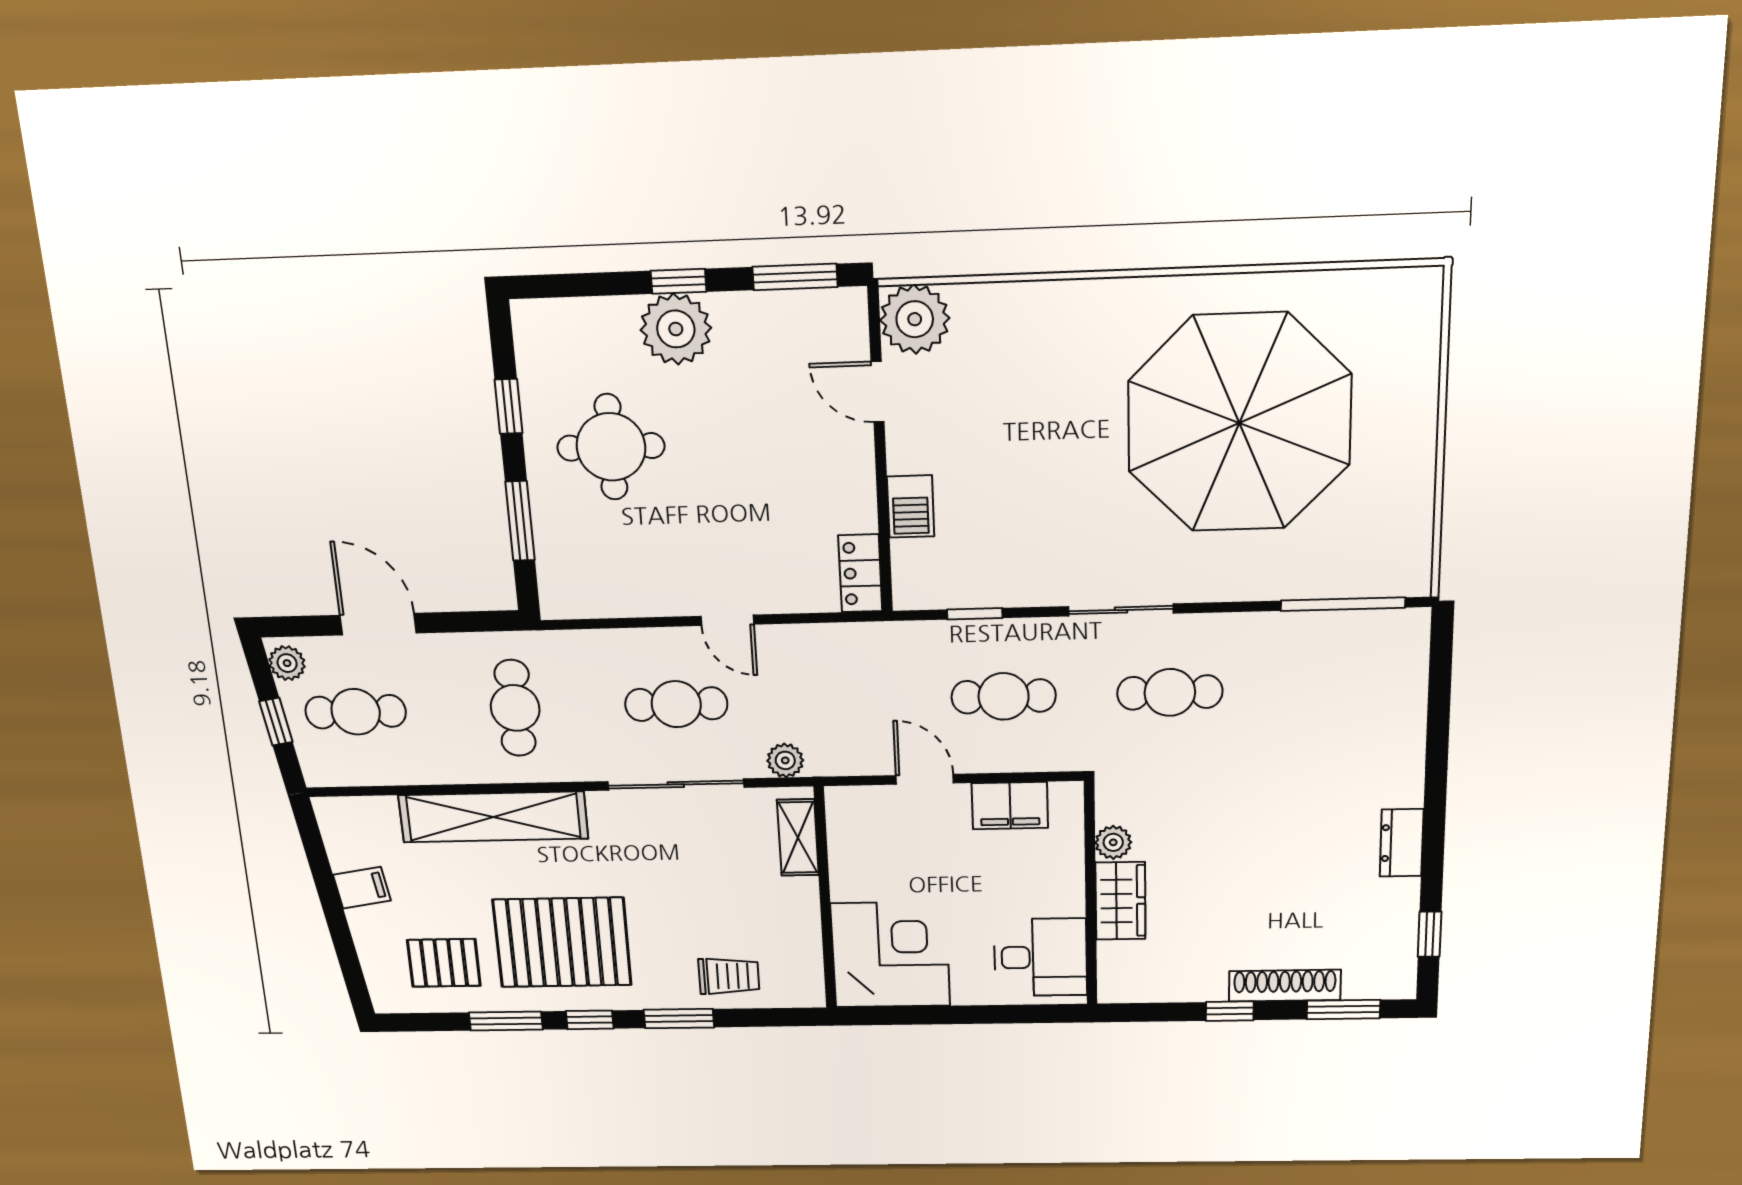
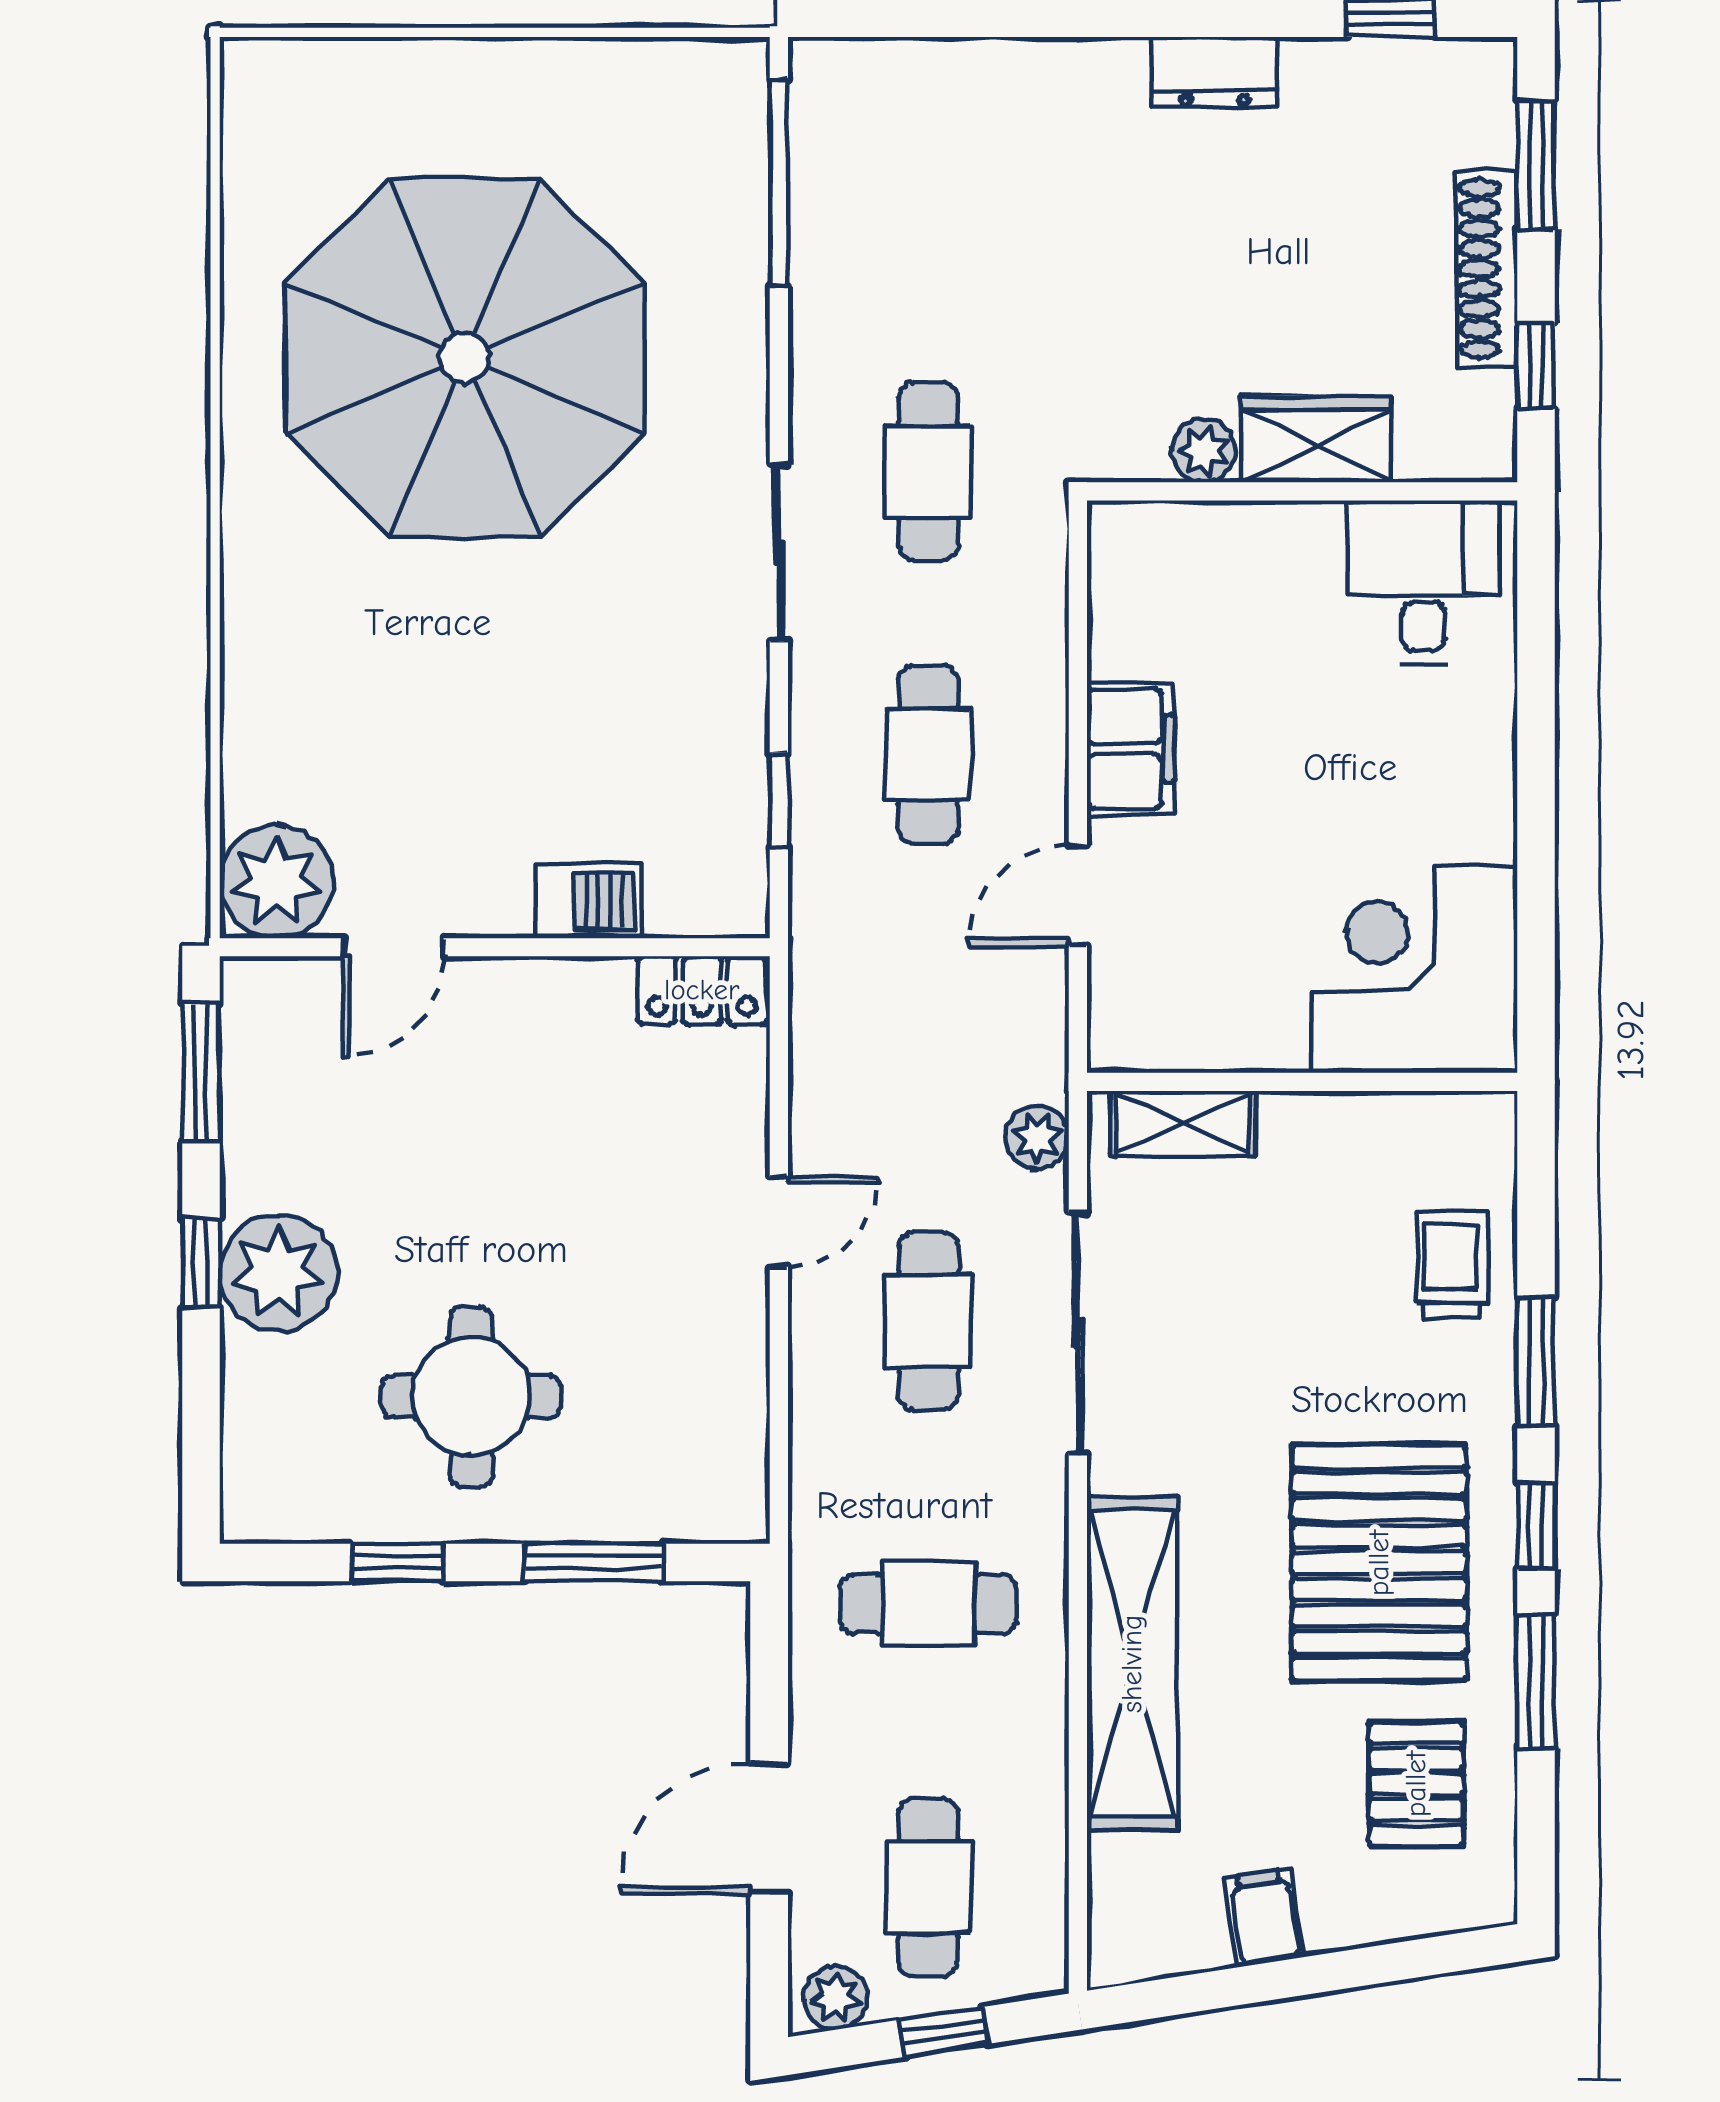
plant: (1113, 842) -> (1204, 451), moved
wall: (1091, 894) -> (1302, 491), moved
wardrobe: (1120, 901) -> (1316, 439), moved
desk: (1040, 957) -> (1424, 582), moved

